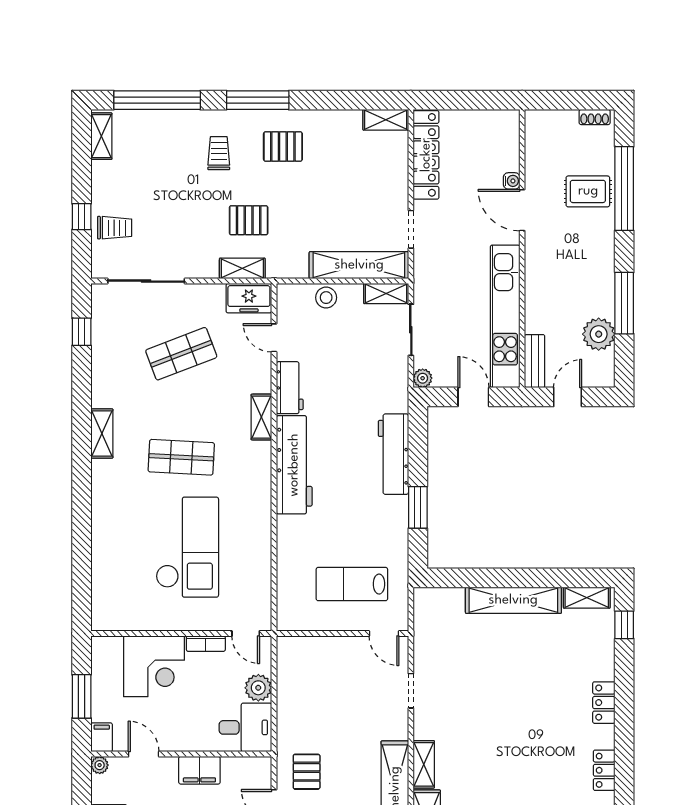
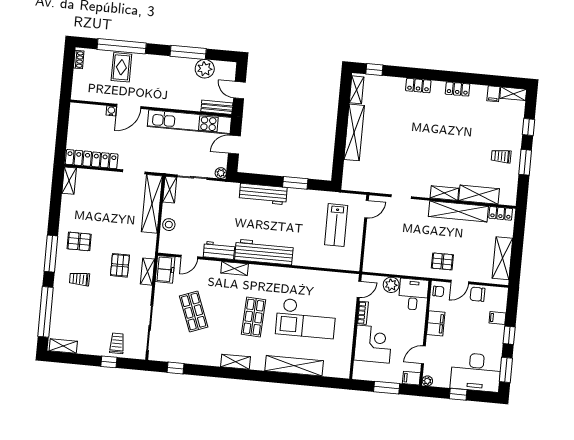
pallet: (283, 147) -> (79, 241), turned 90
shelving: (104, 535) -> (294, 366), added
checkout: (187, 547) -> (306, 318), turned 180
chair: (255, 770) -> (438, 291), added

